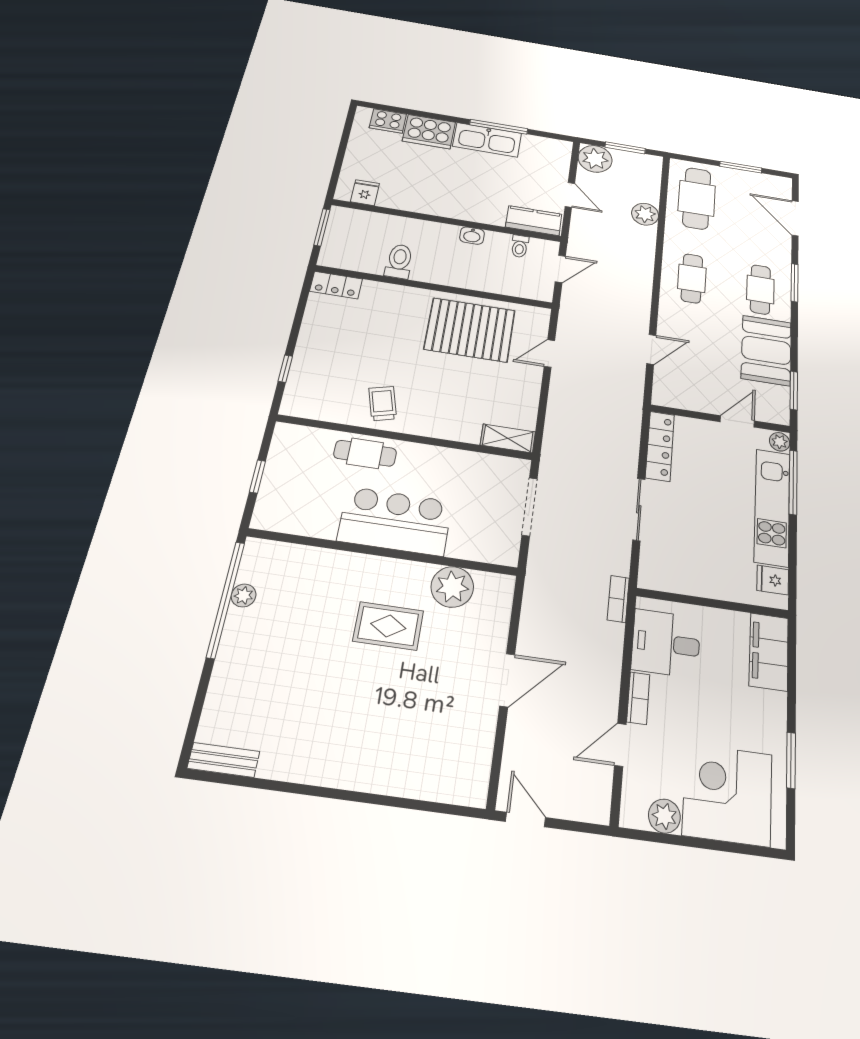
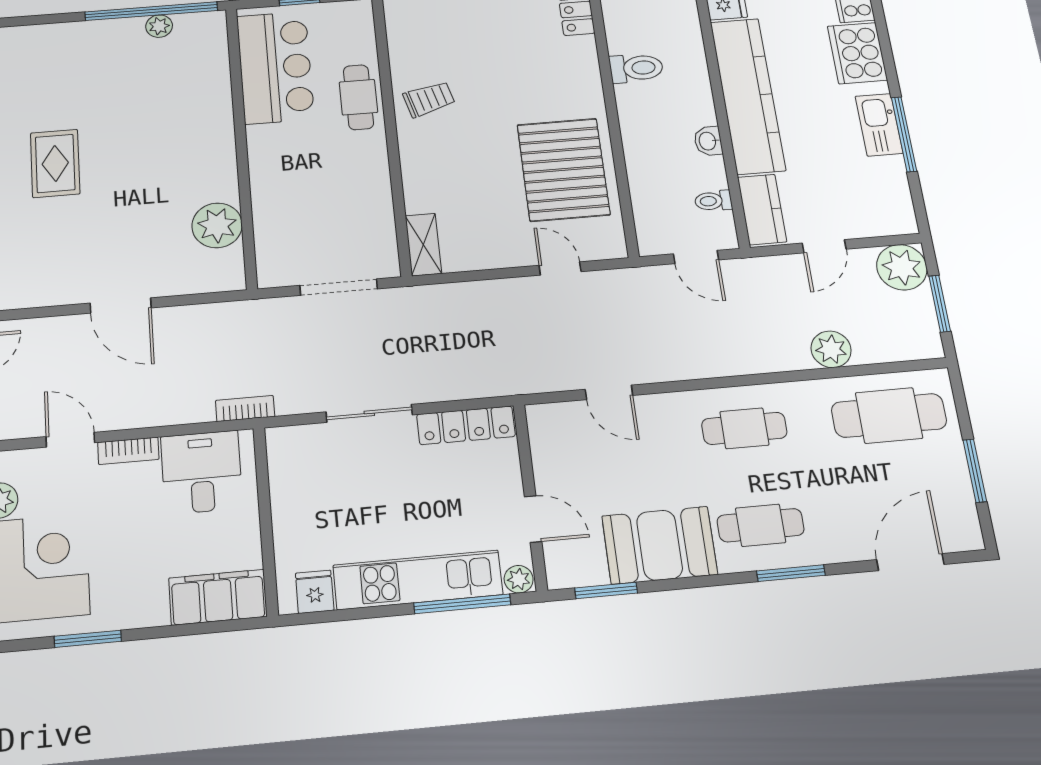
kitchen sink: (487, 140) -> (879, 125), width x0.73, depth x0.81
kitchen counter: (443, 202) -> (748, 96), added
bar counter: (395, 521) -> (275, 67), moved
rug: (388, 626) -> (55, 163), moved

